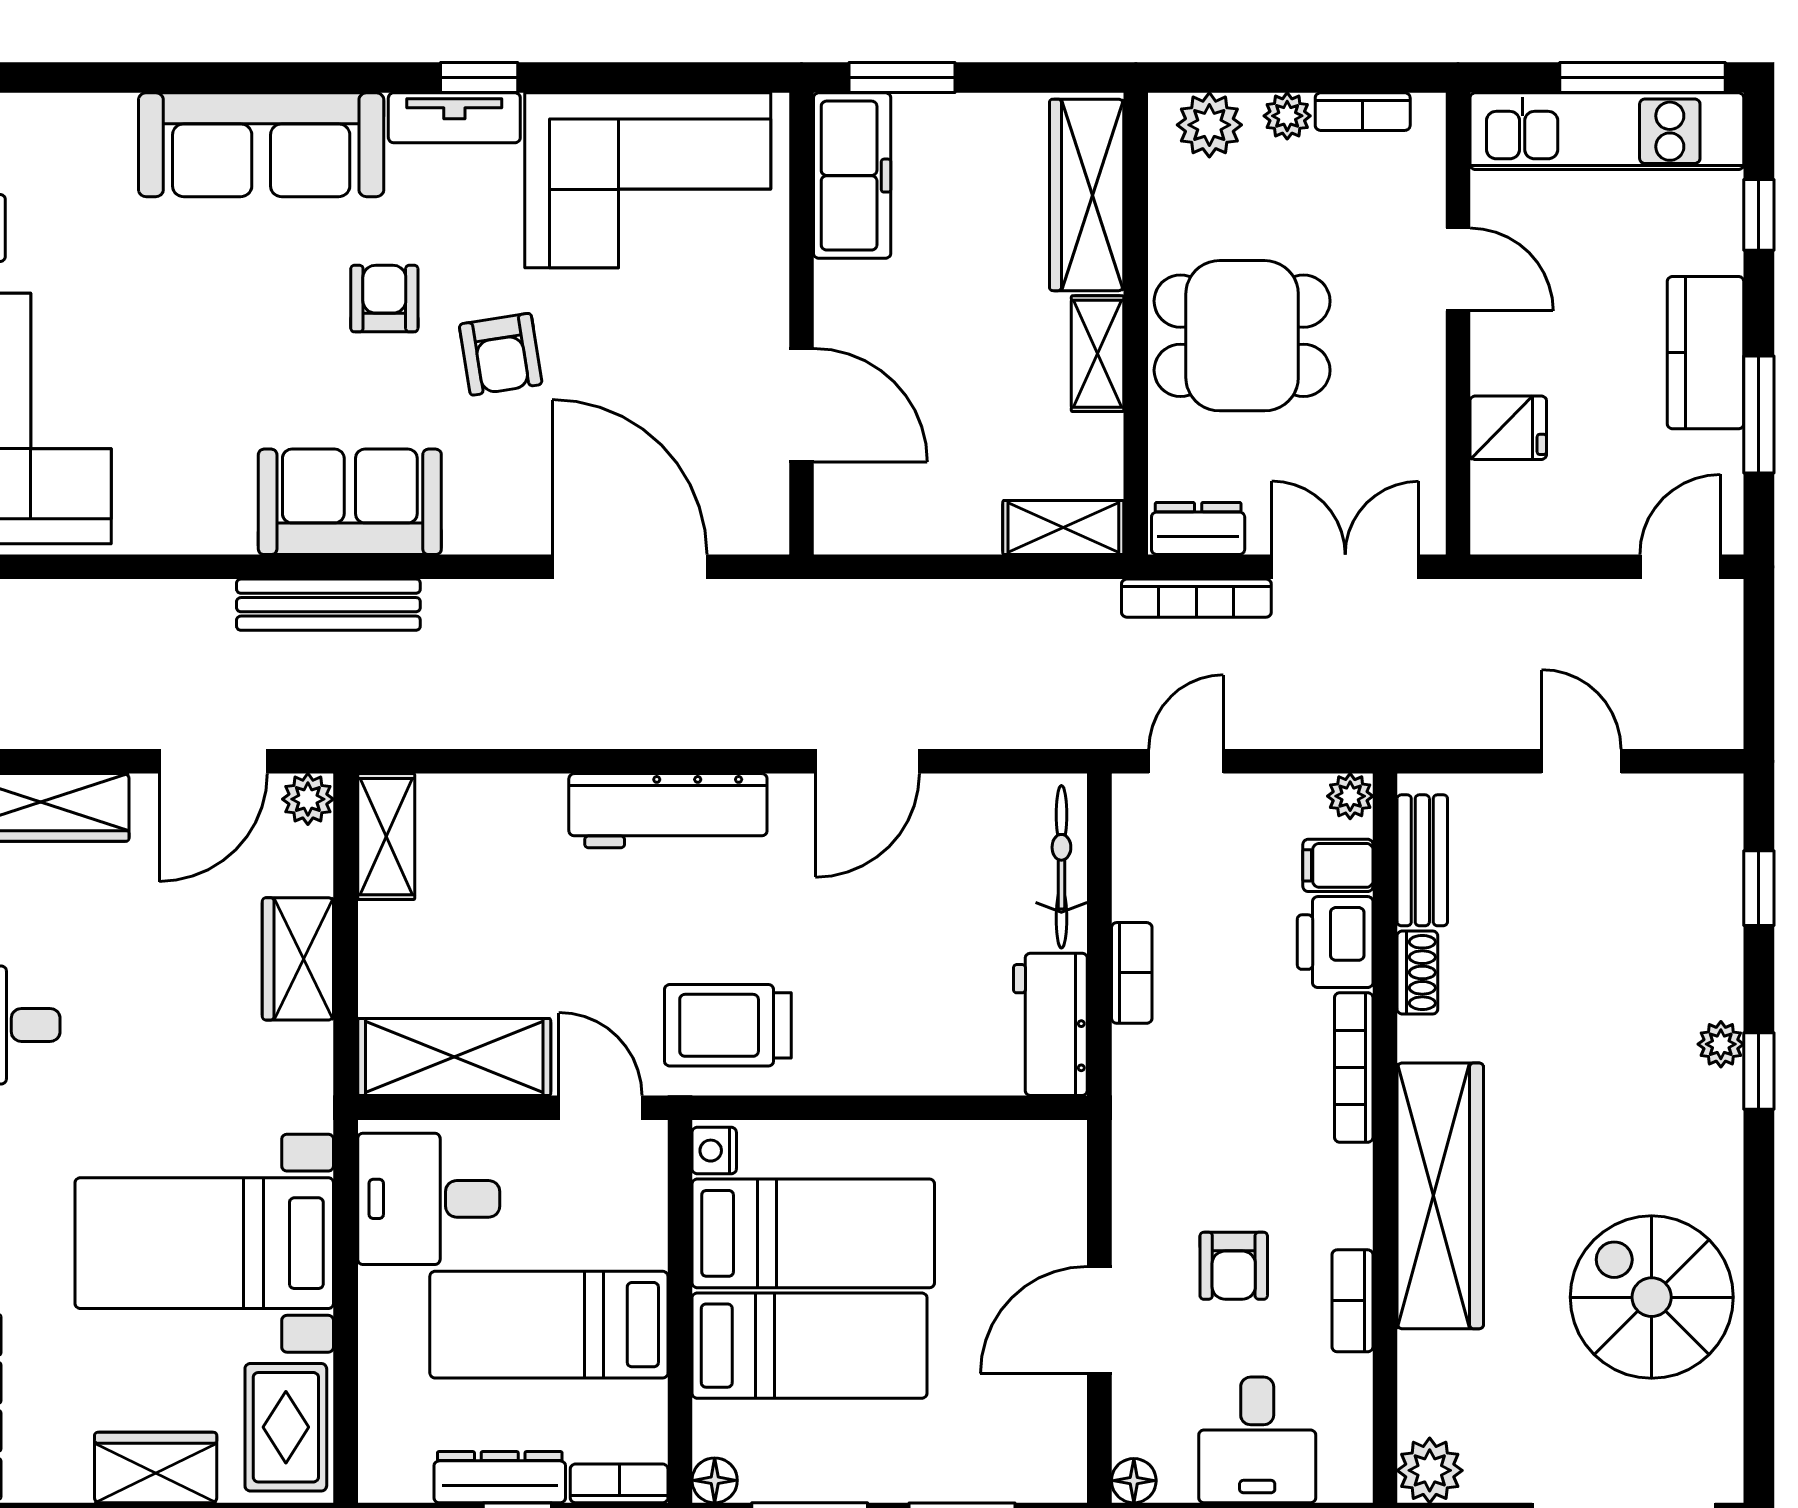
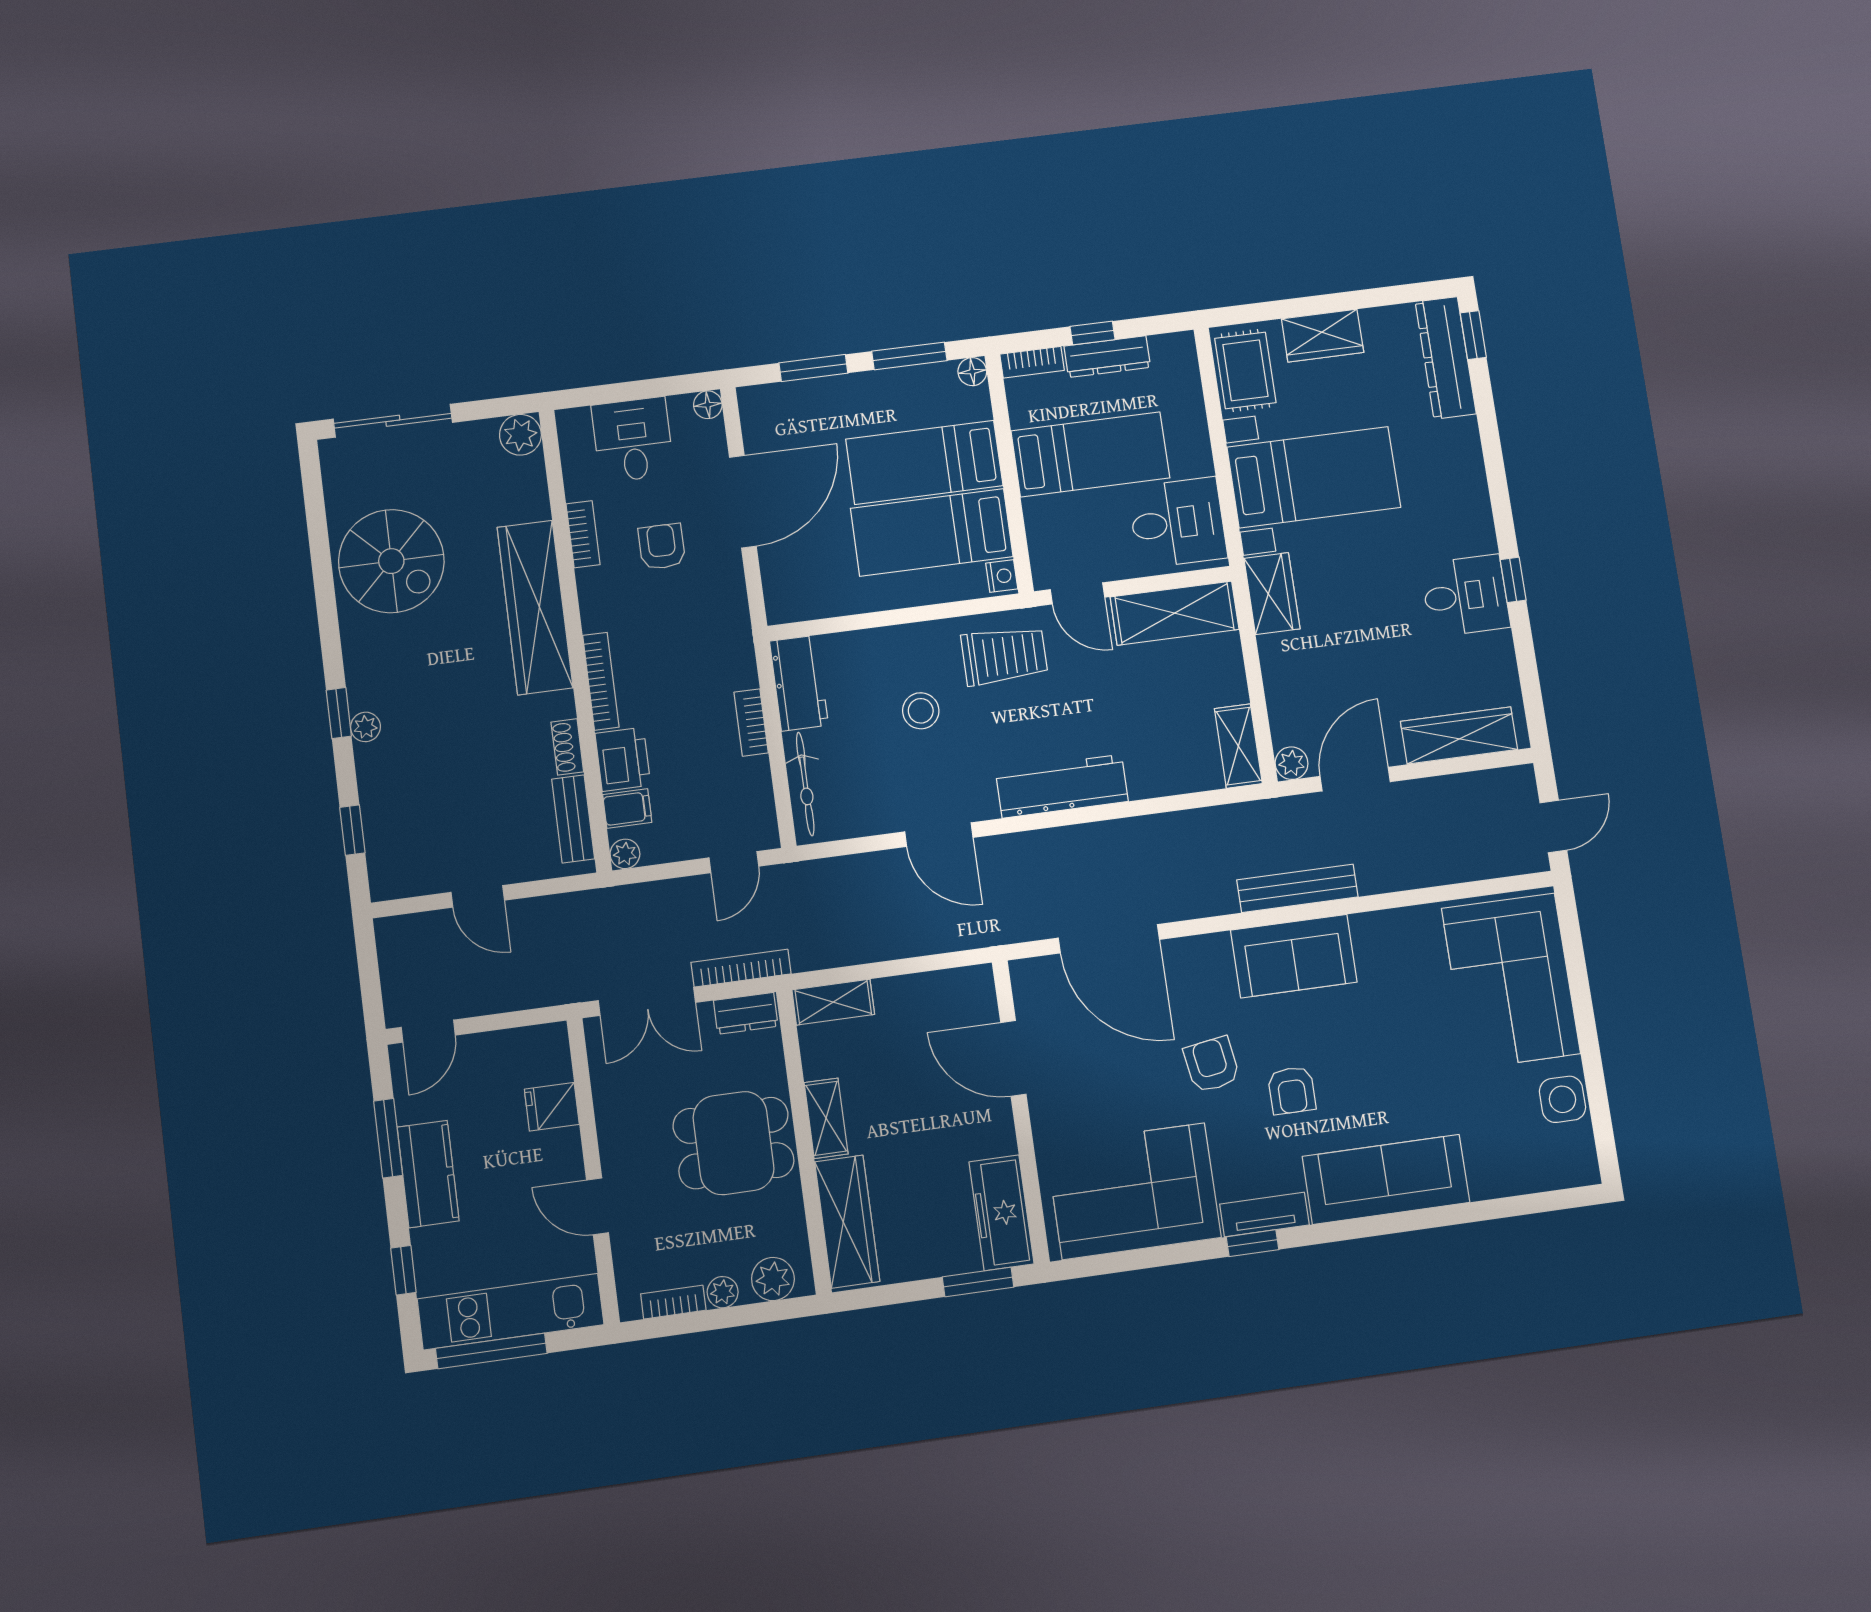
door: (867, 761) -> (939, 835), swing flipped
stool: (869, 956) -> (921, 711), added
wardrobe: (298, 959) -> (1272, 594), moved
door: (1099, 1320) -> (743, 502), width x1.36

